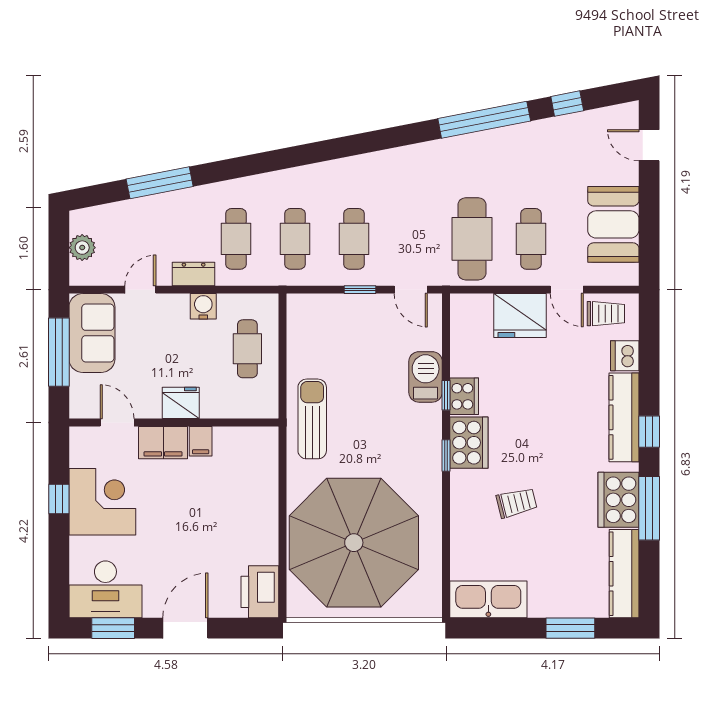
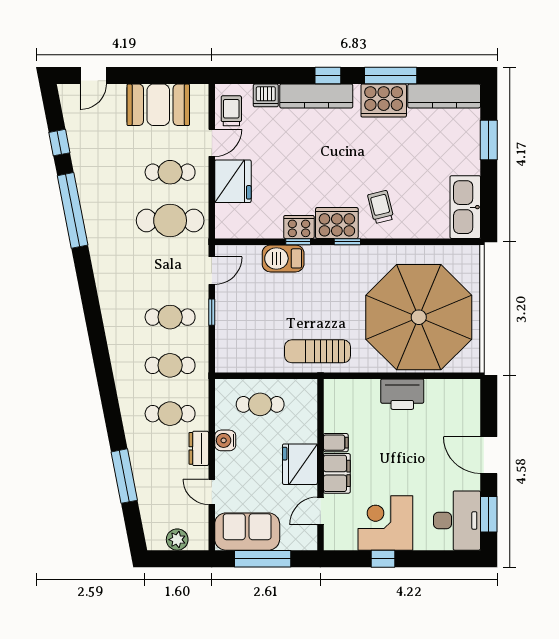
fridge: (181, 403) -> (300, 464), width x1.36, depth x1.34
trolley: (517, 503) -> (381, 207), moved
printer: (260, 592) -> (402, 394), moved

